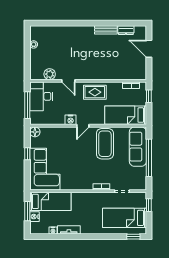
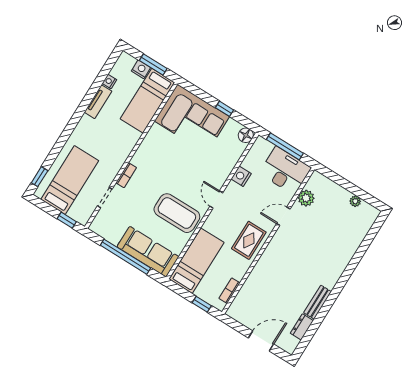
nightstand: (71, 120) -> (241, 176), moved

